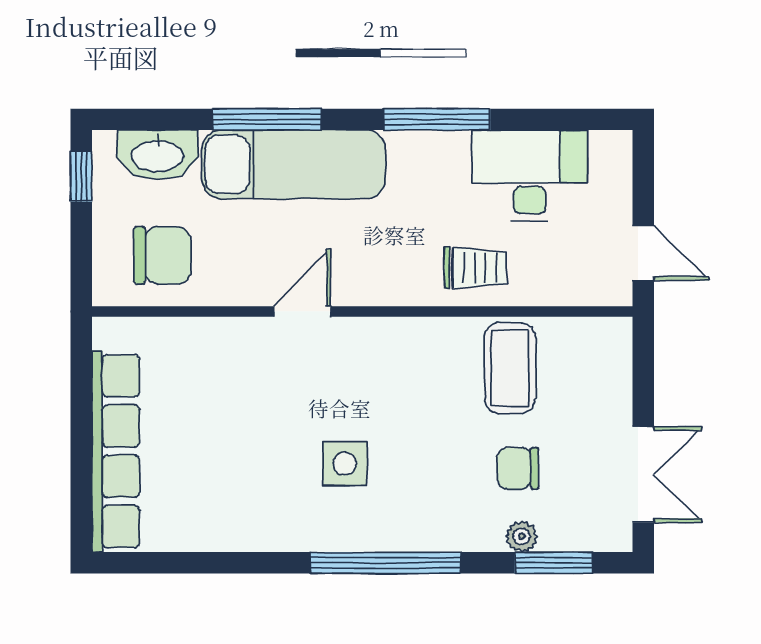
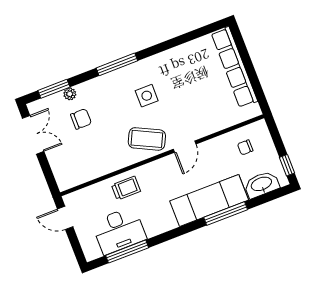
window: (437, 119) -> (127, 252), moved
chair: (162, 255) -> (245, 147), width x0.54, depth x0.54
trolley: (476, 268) -> (126, 188), turned 180
coffee table: (510, 368) -> (147, 139), moved, turned -64
double door: (643, 474) -> (33, 135), swing flipped
window: (386, 563) -> (117, 64), width x0.68

